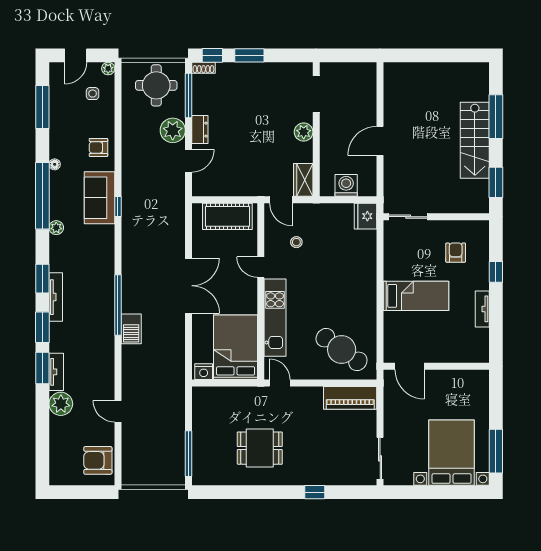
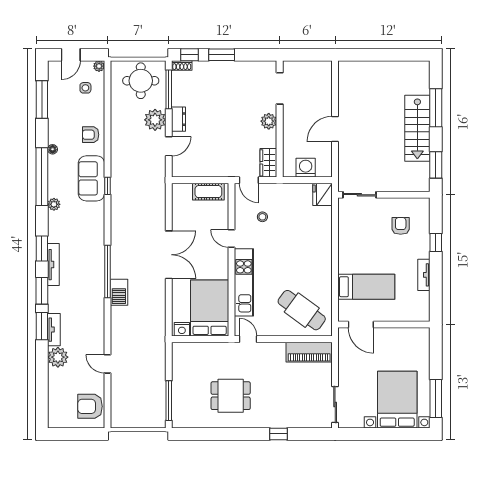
cot: (227, 216) -> (208, 192), width x0.73, depth x0.75
bed: (416, 296) -> (366, 287), moved

